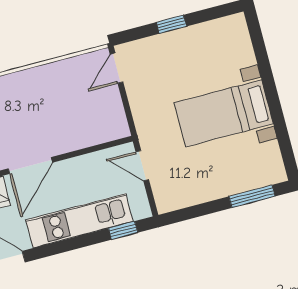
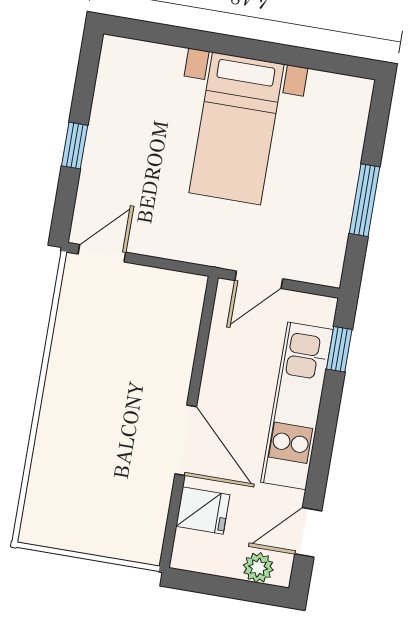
door: (116, 68) -> (102, 253), swing flipped
window: (252, 196) -> (364, 200), moved

